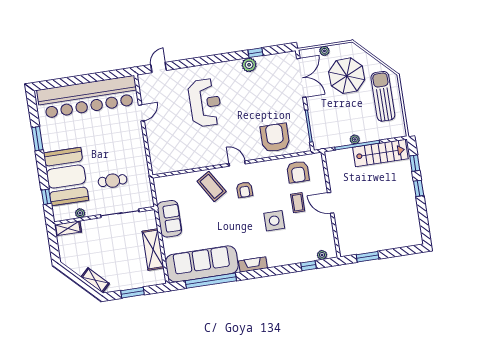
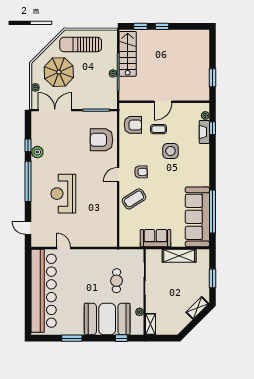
window: (213, 59) -> (28, 181), added
reception desk: (205, 103) -> (63, 194), turned -90
fireplace: (253, 265) -> (204, 132), moved

